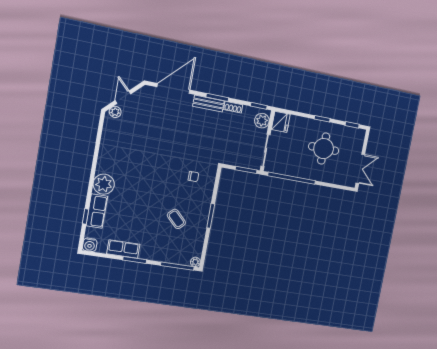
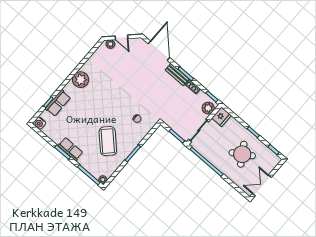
door: (173, 88) -> (159, 51), hinge flipped
door: (123, 97) -> (121, 37), swing flipped
round table: (324, 149) -> (242, 154), turned -32
double door: (360, 169) -> (262, 185), swing flipped
plant: (104, 184) -> (81, 80), moved
coffee table: (176, 219) -> (108, 141), width x1.86, depth x1.72
row of seats: (123, 249) -> (70, 149), moved

